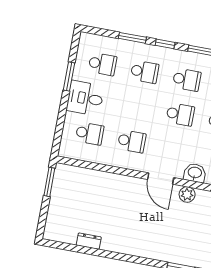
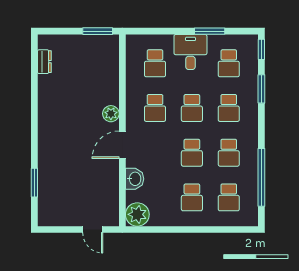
window: (165, 44) -> (261, 49), moved
school desk: (138, 107) -> (192, 108), added
plant: (187, 195) -> (111, 114), moved
dresser: (89, 241) -> (44, 62), moved

